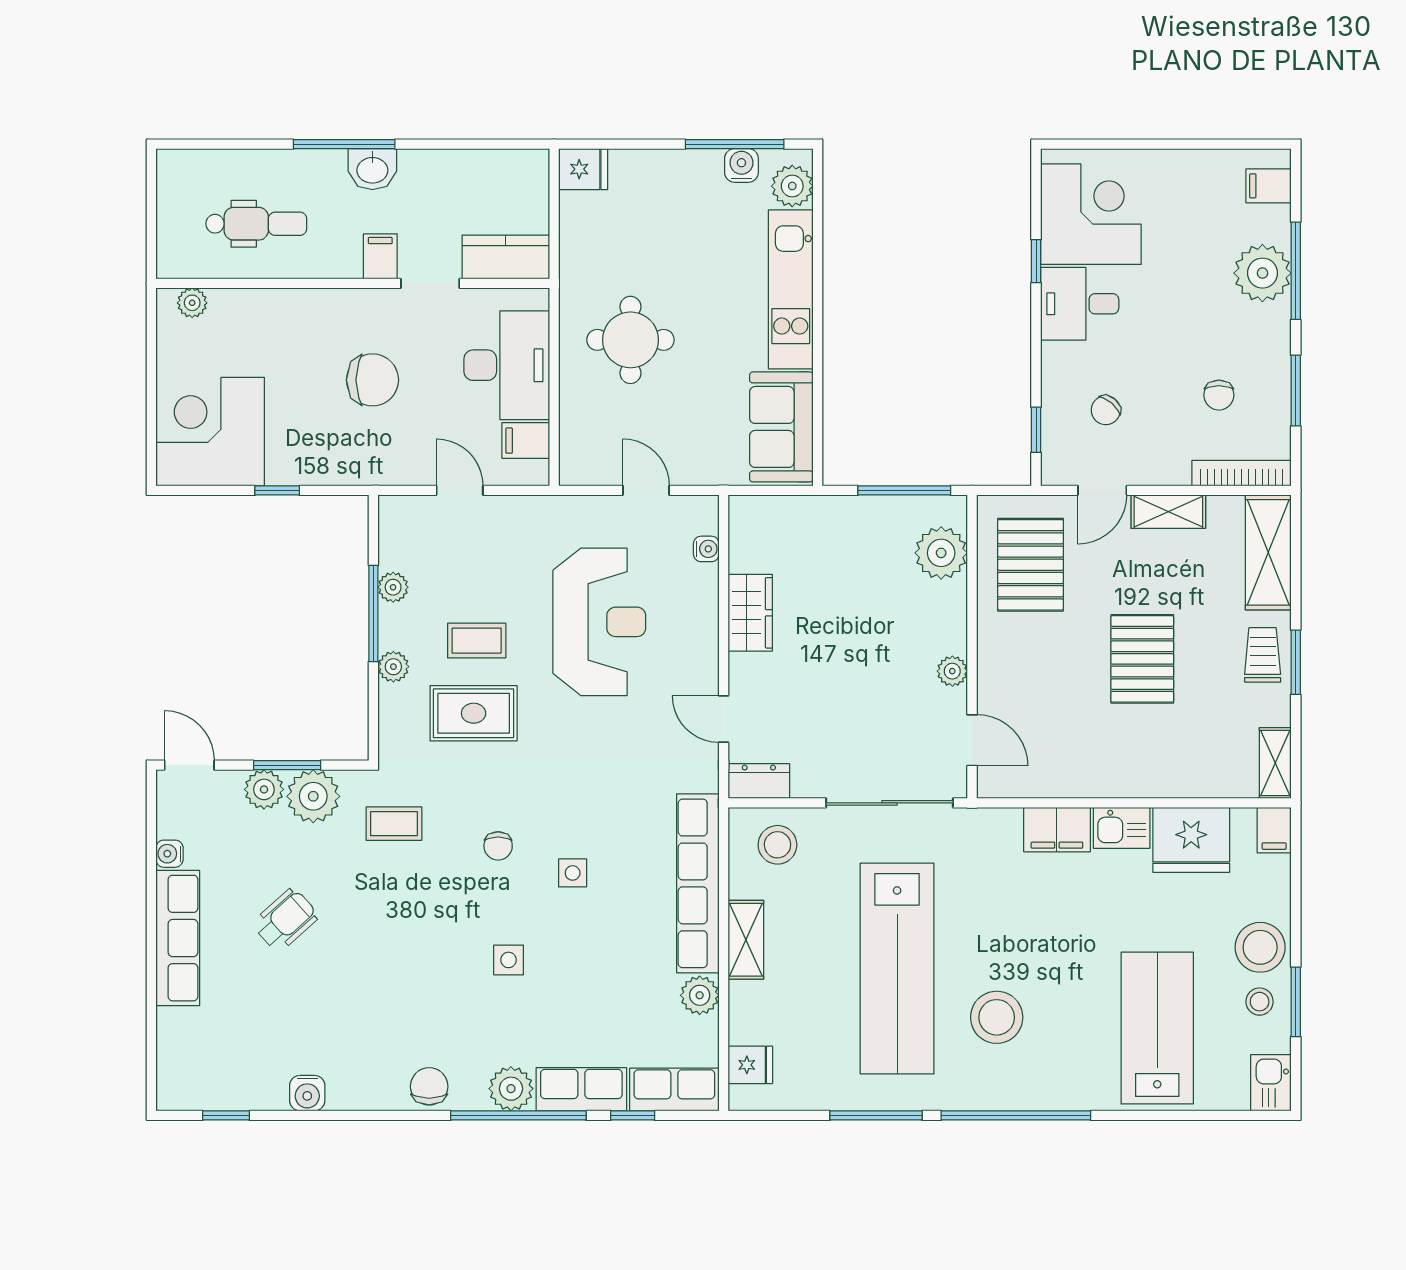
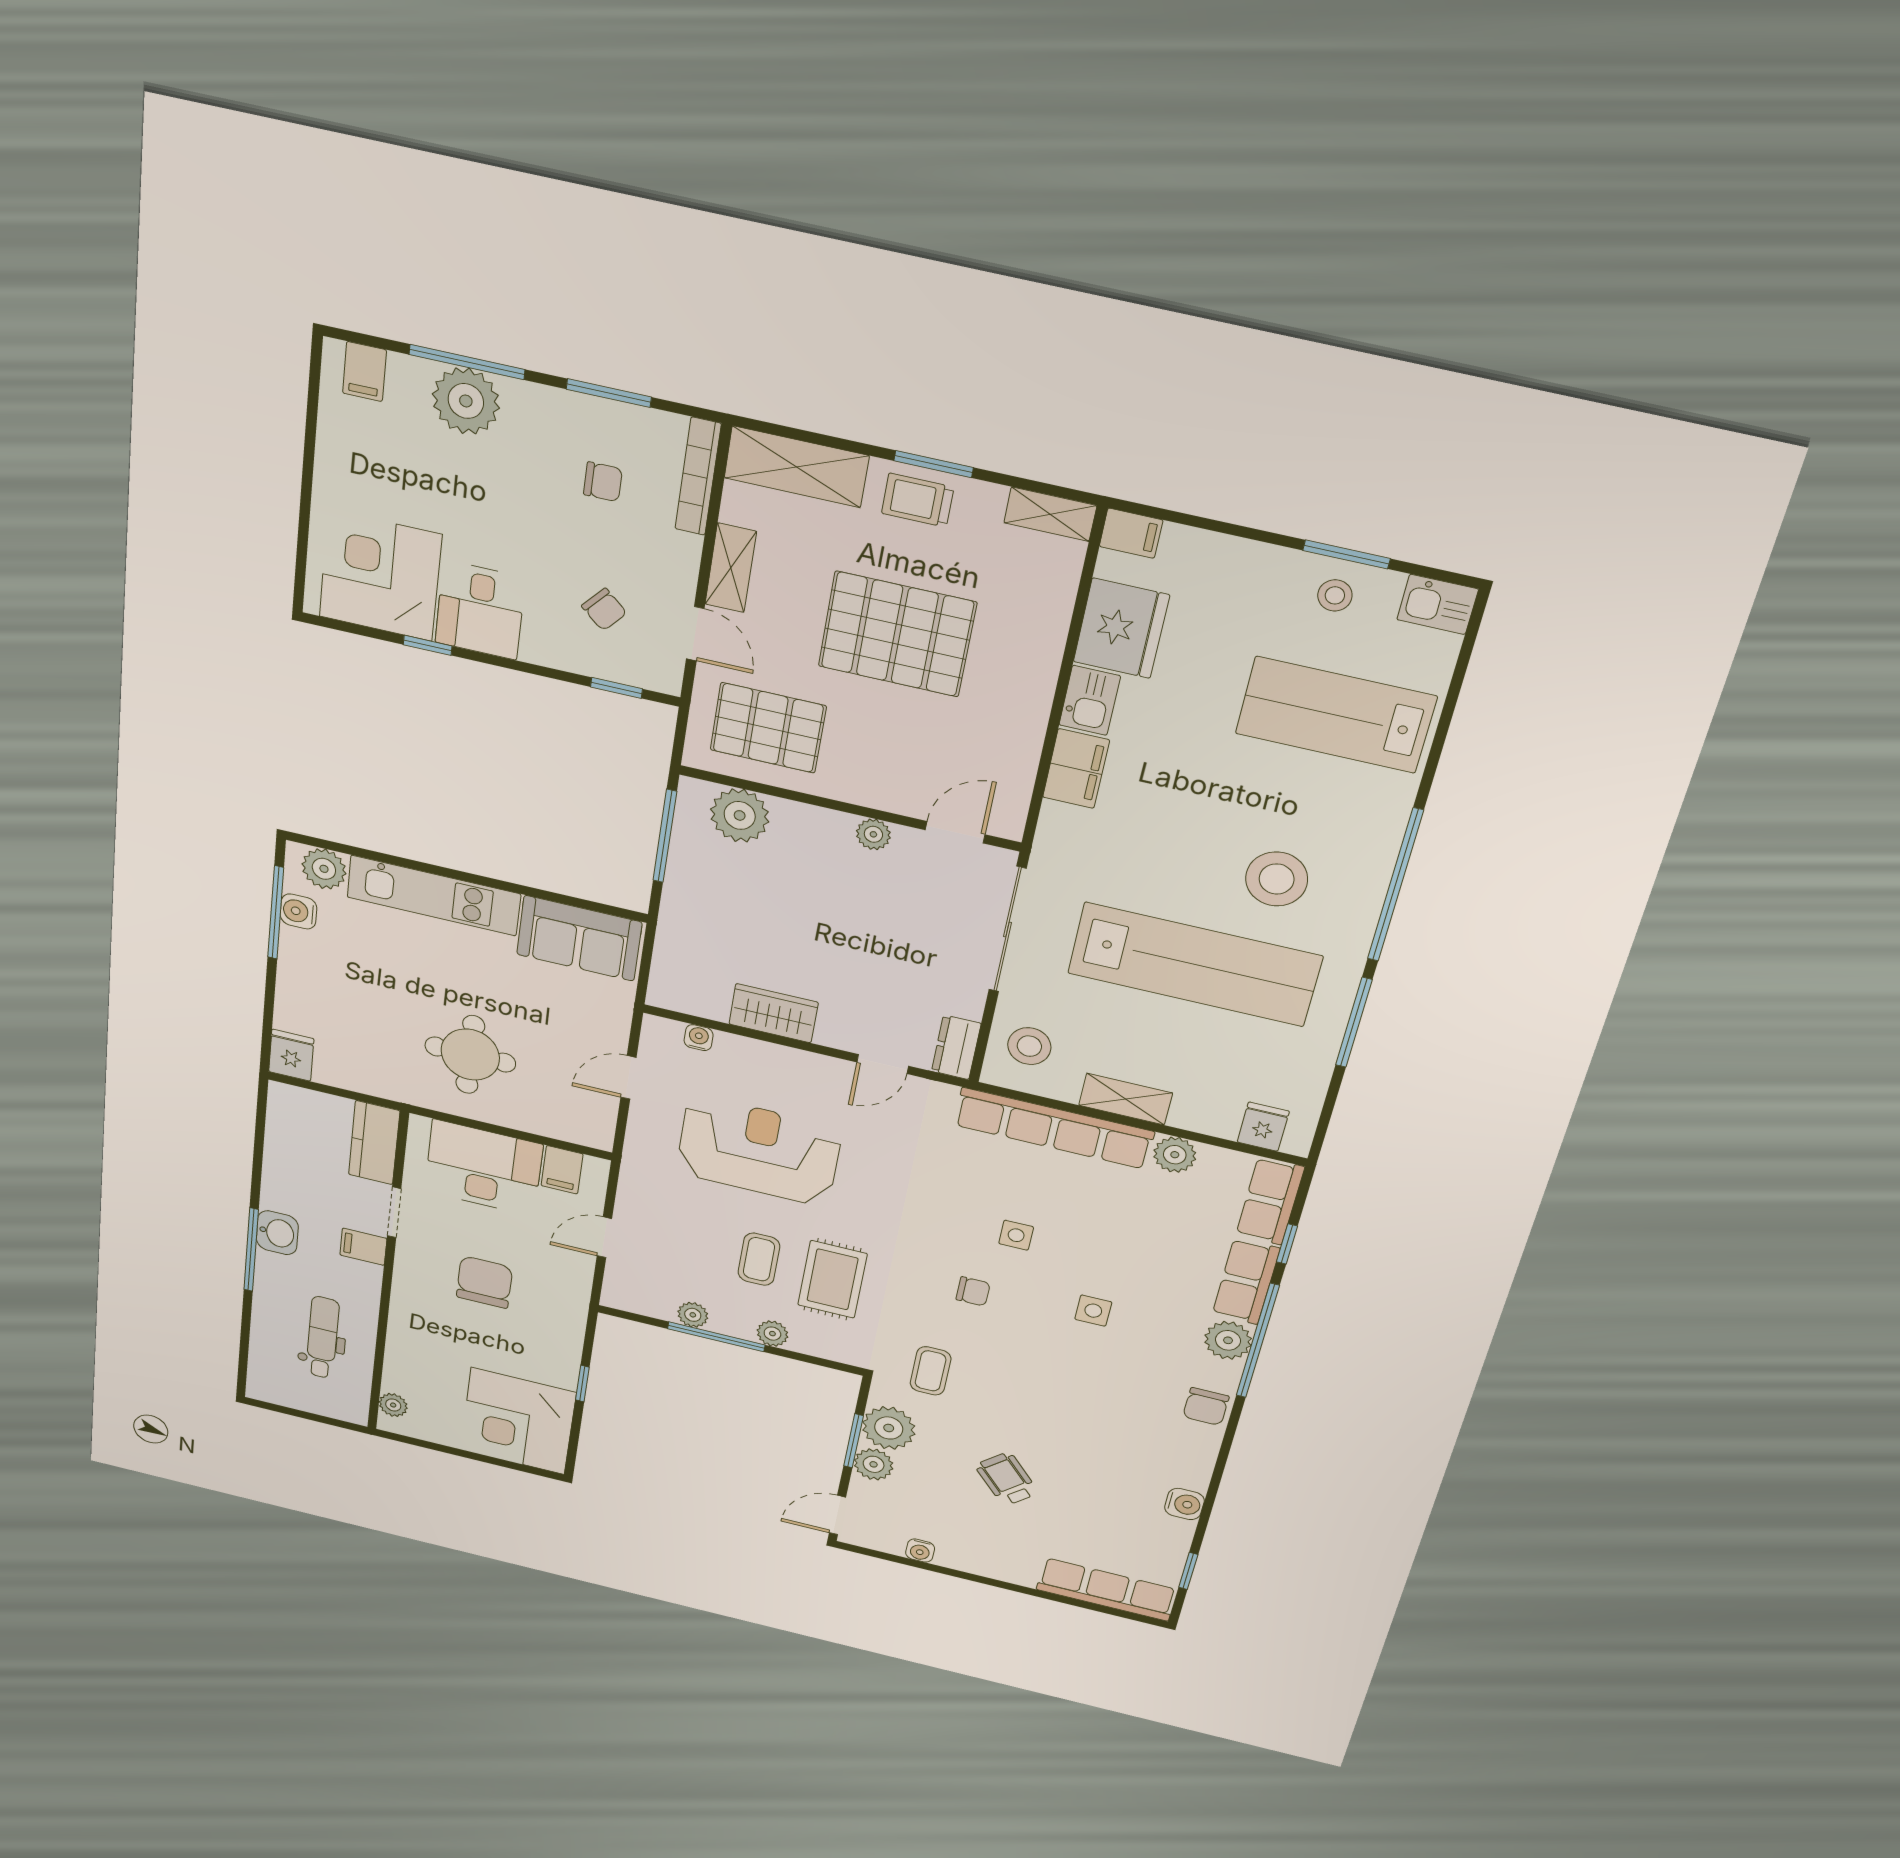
pallet: (1142, 659) -> (897, 634), width x1.37, depth x1.41
row of seats: (178, 938) -> (1107, 1589), moved
stool: (1260, 947) -> (1269, 580), removed
chair: (429, 1086) -> (1206, 1407), turned -90

